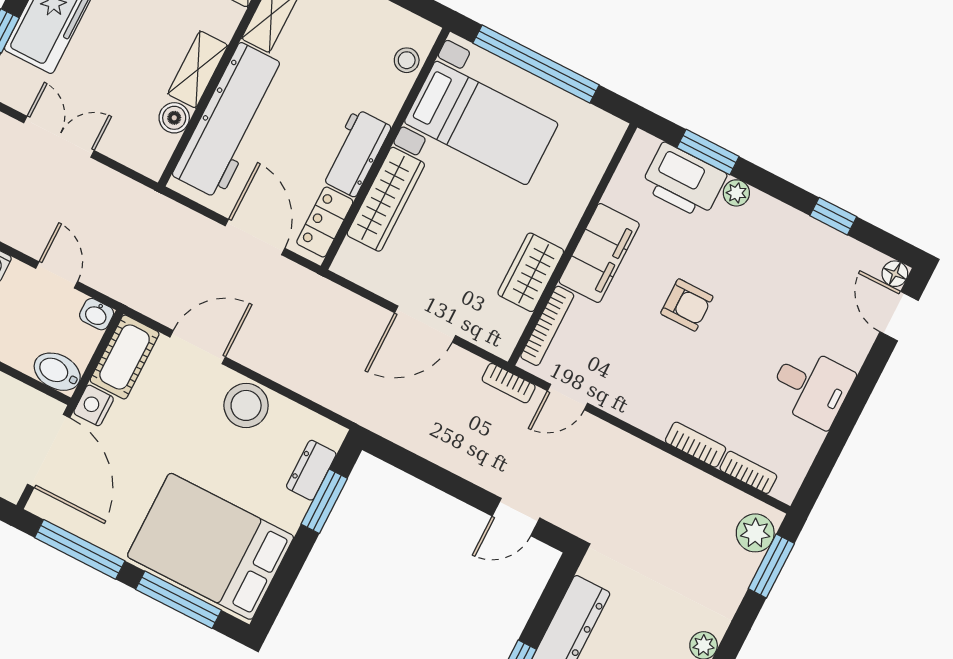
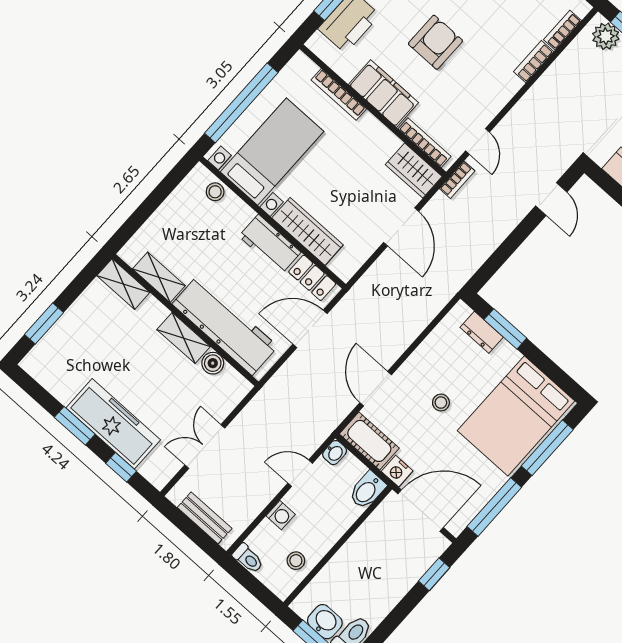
bookcase: (582, 193) -> (339, 94), added
wardrobe: (531, 272) -> (414, 171), moved
armchair: (687, 305) -> (435, 42), width x1.38, depth x1.38
stool: (246, 405) -> (441, 403), moved, width x0.53, depth x0.53

